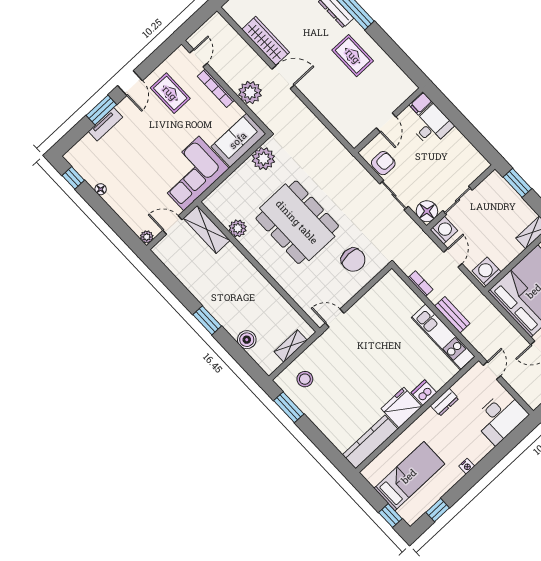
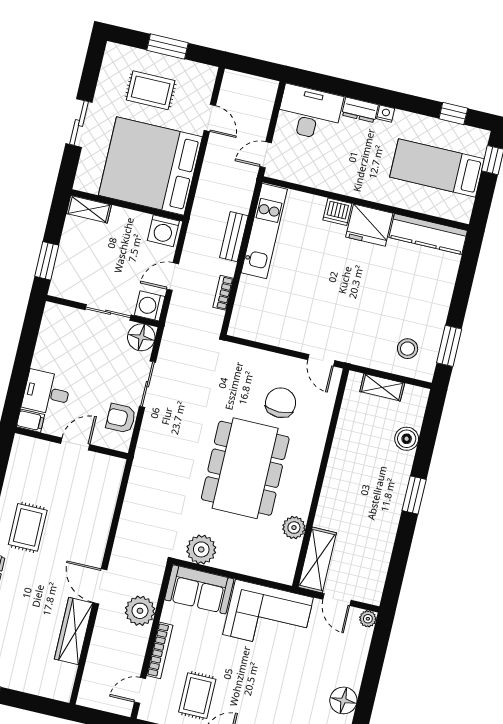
floor lamp: (101, 189) -> (343, 700), width x1.89, depth x1.89
chair: (353, 260) -> (281, 403), moved
dresser: (445, 402) -> (360, 110), moved, turned 180

